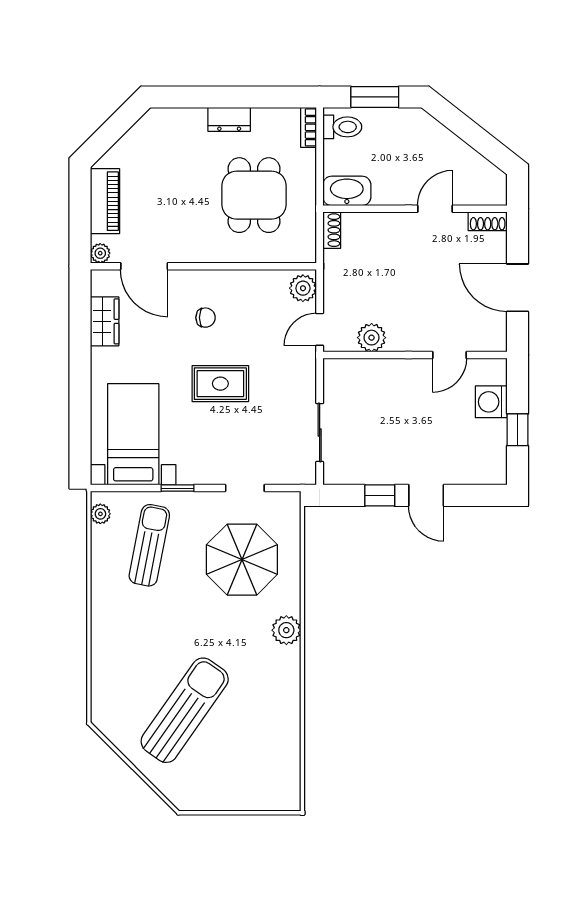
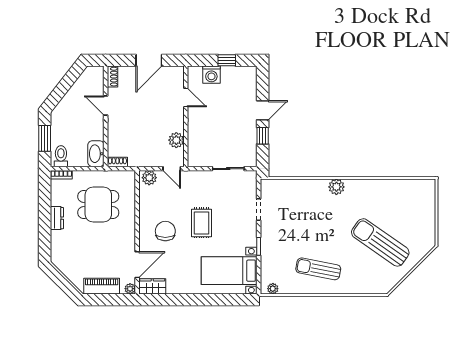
chair: (206, 318) -> (165, 231), width x1.87, depth x1.87
wardrobe: (105, 321) -> (152, 286), moved
sun lounger: (149, 545) -> (318, 269), moved
parasol: (242, 560) -> (298, 211), removed

